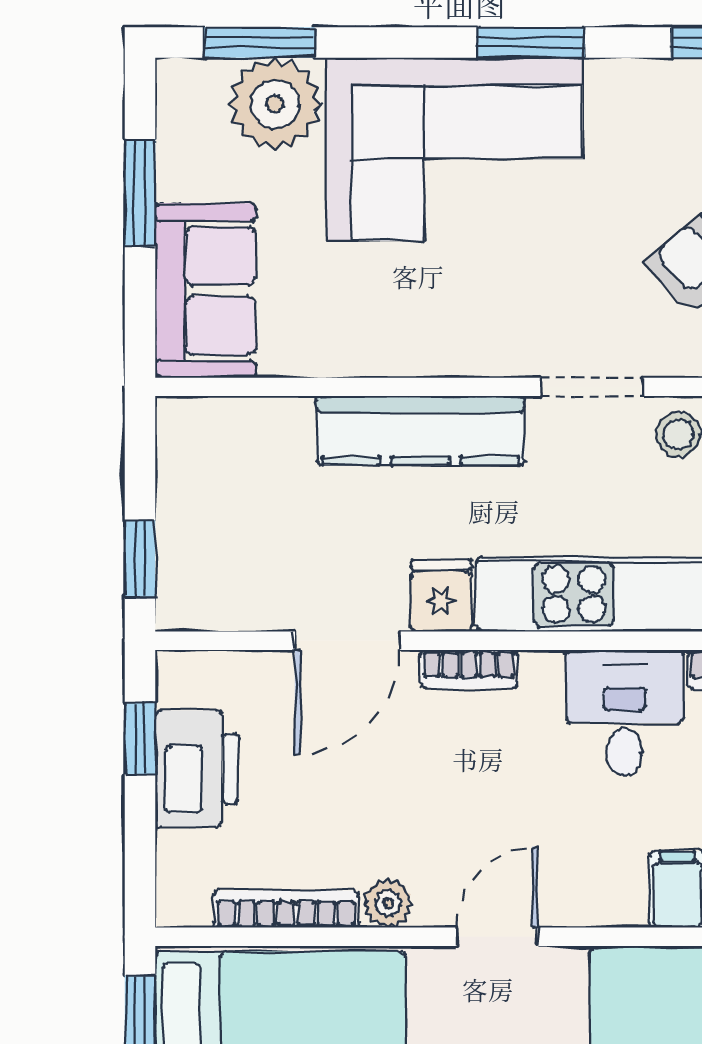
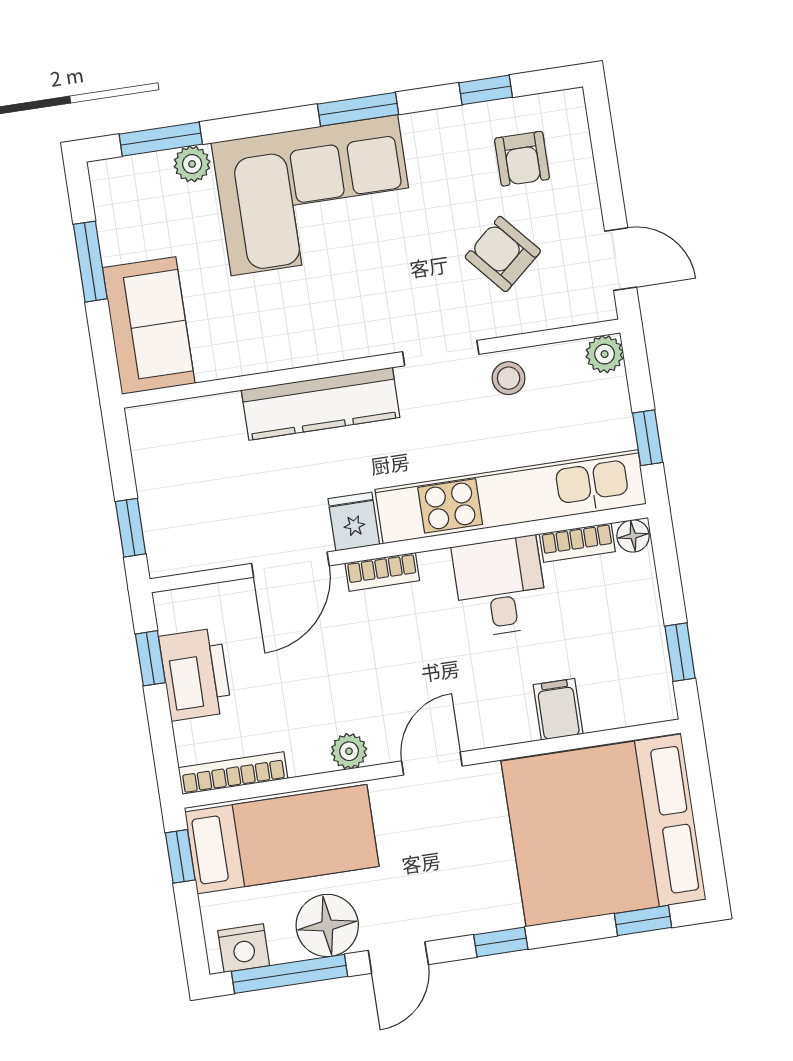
plant: (275, 104) -> (192, 164), width x0.53, depth x0.53
bookcase: (286, 909) -> (233, 773), moved

